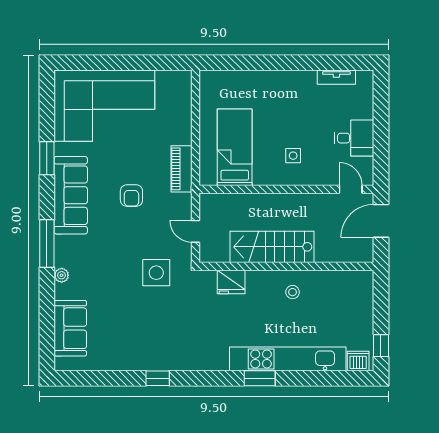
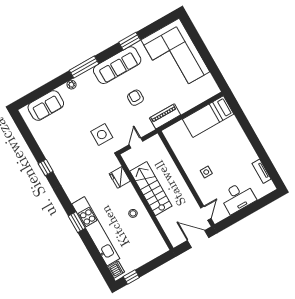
desk: (354, 138) -> (238, 197), width x1.37
bed: (235, 147) -> (208, 117), moved, turned 180
armchair: (131, 196) -> (135, 98), turned 90

